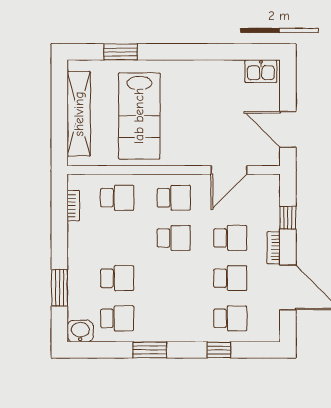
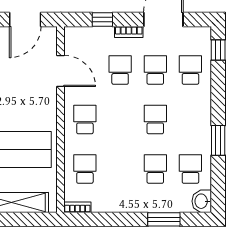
bookcase: (73, 206) -> (77, 207), moved
school desk: (174, 238) -> (155, 119), moved
window: (219, 350) -> (218, 50), moved

